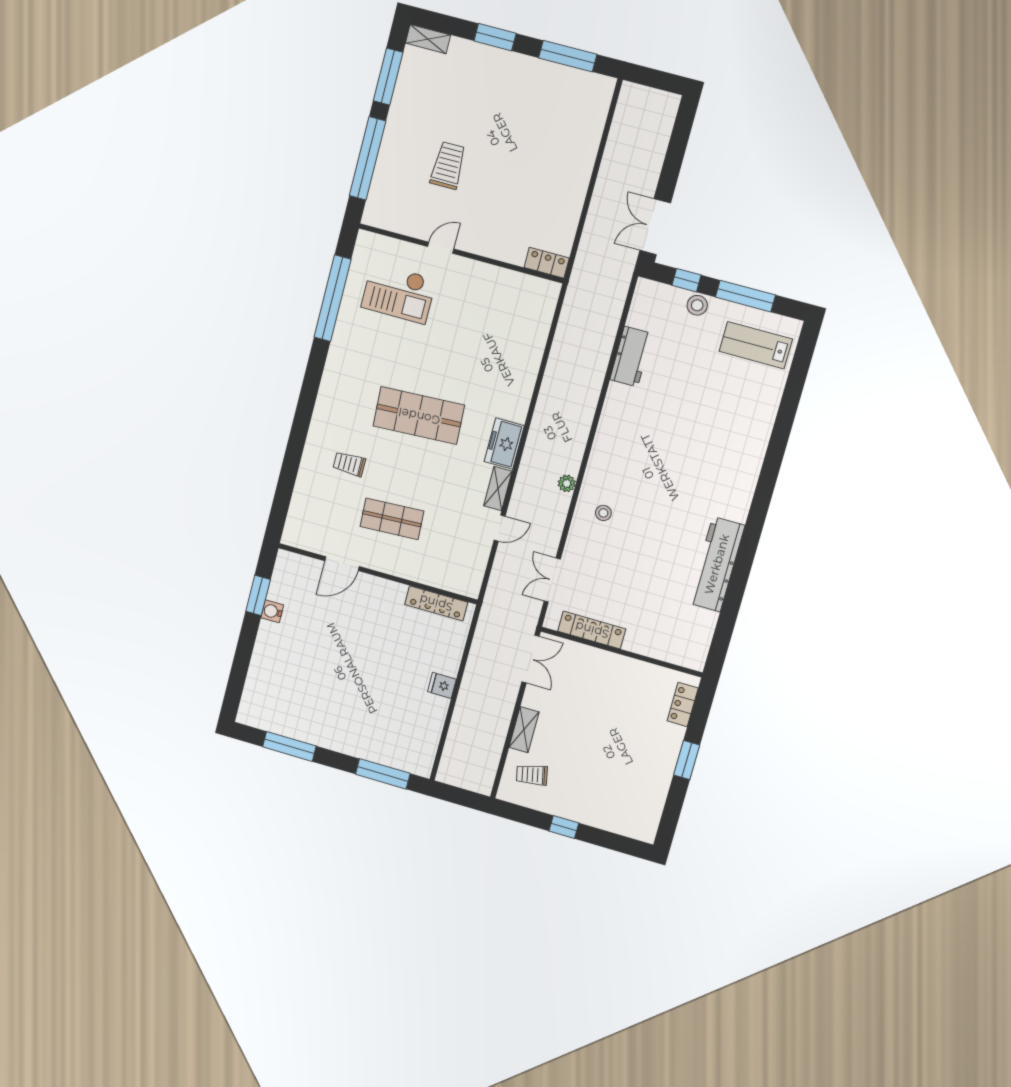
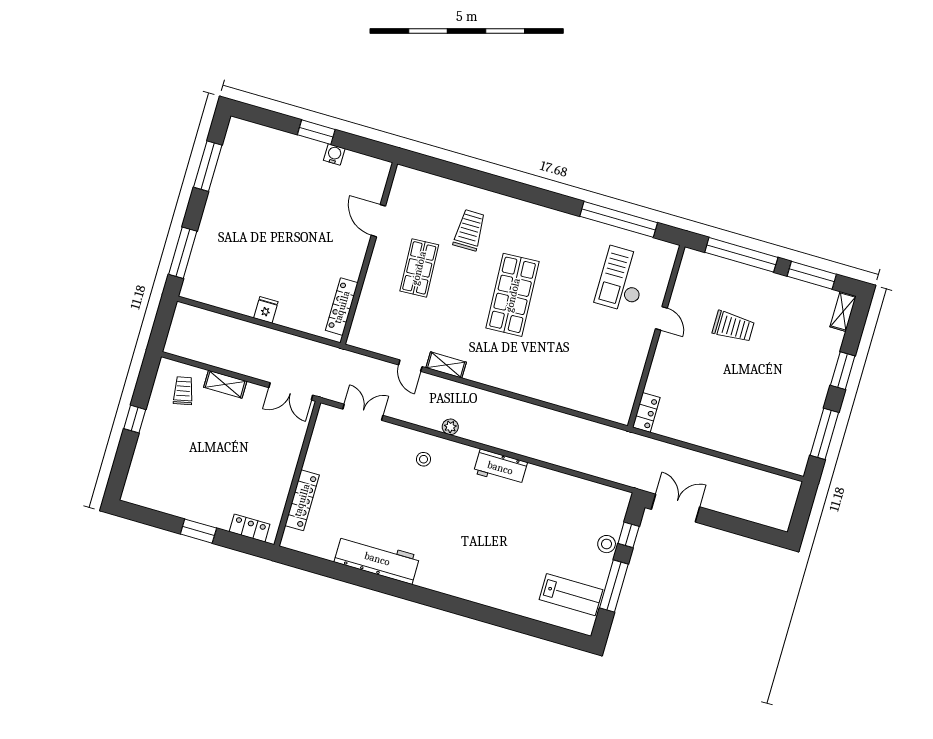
lab bench: (756, 345) -> (571, 595), turned 90
workbench: (631, 357) -> (500, 468), moved
freezer: (504, 444) -> (486, 371), removed
trolley: (349, 464) -> (469, 230), width x1.36, depth x1.39
window: (258, 595) -> (316, 132), moved
locker: (592, 630) -> (302, 500), moved

